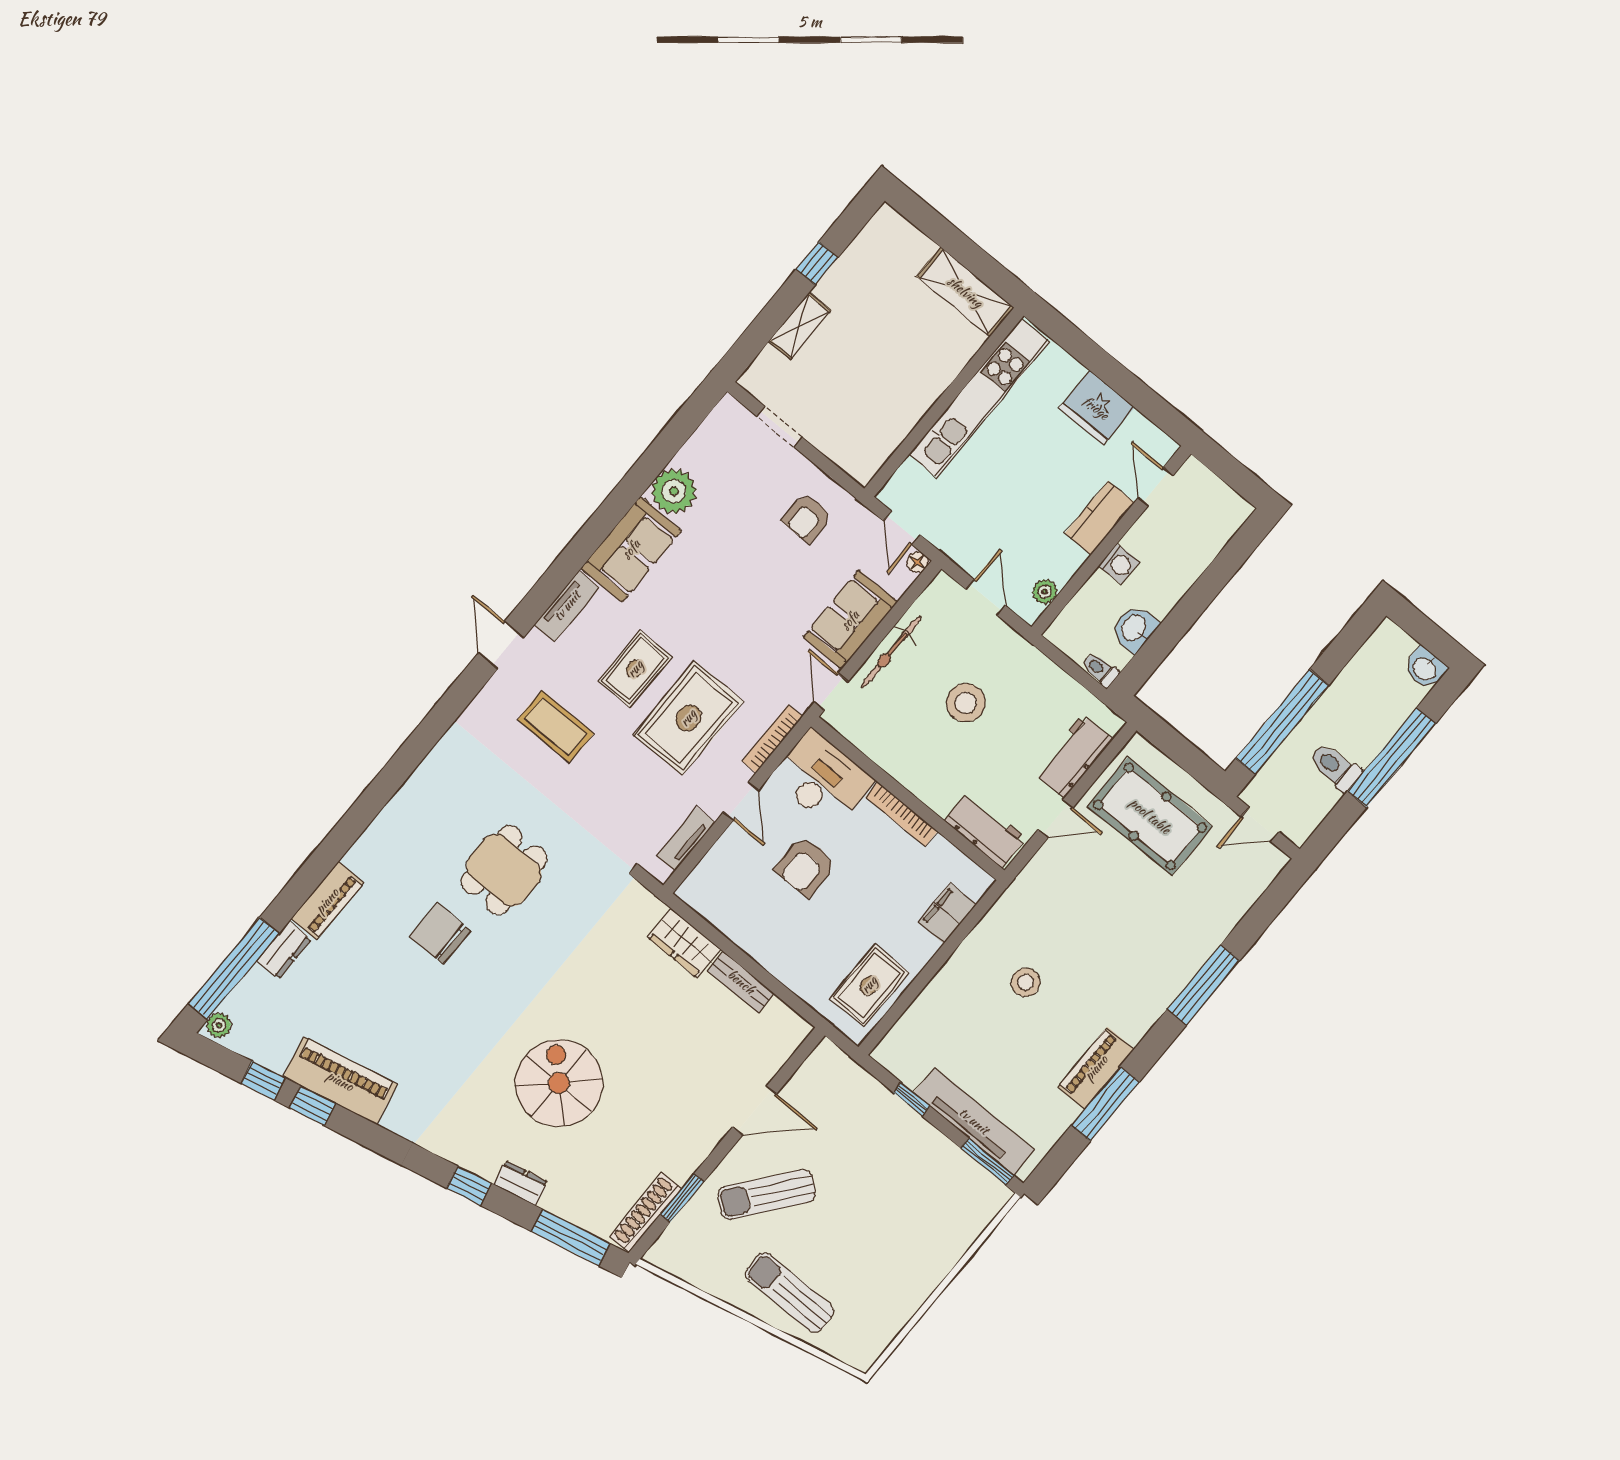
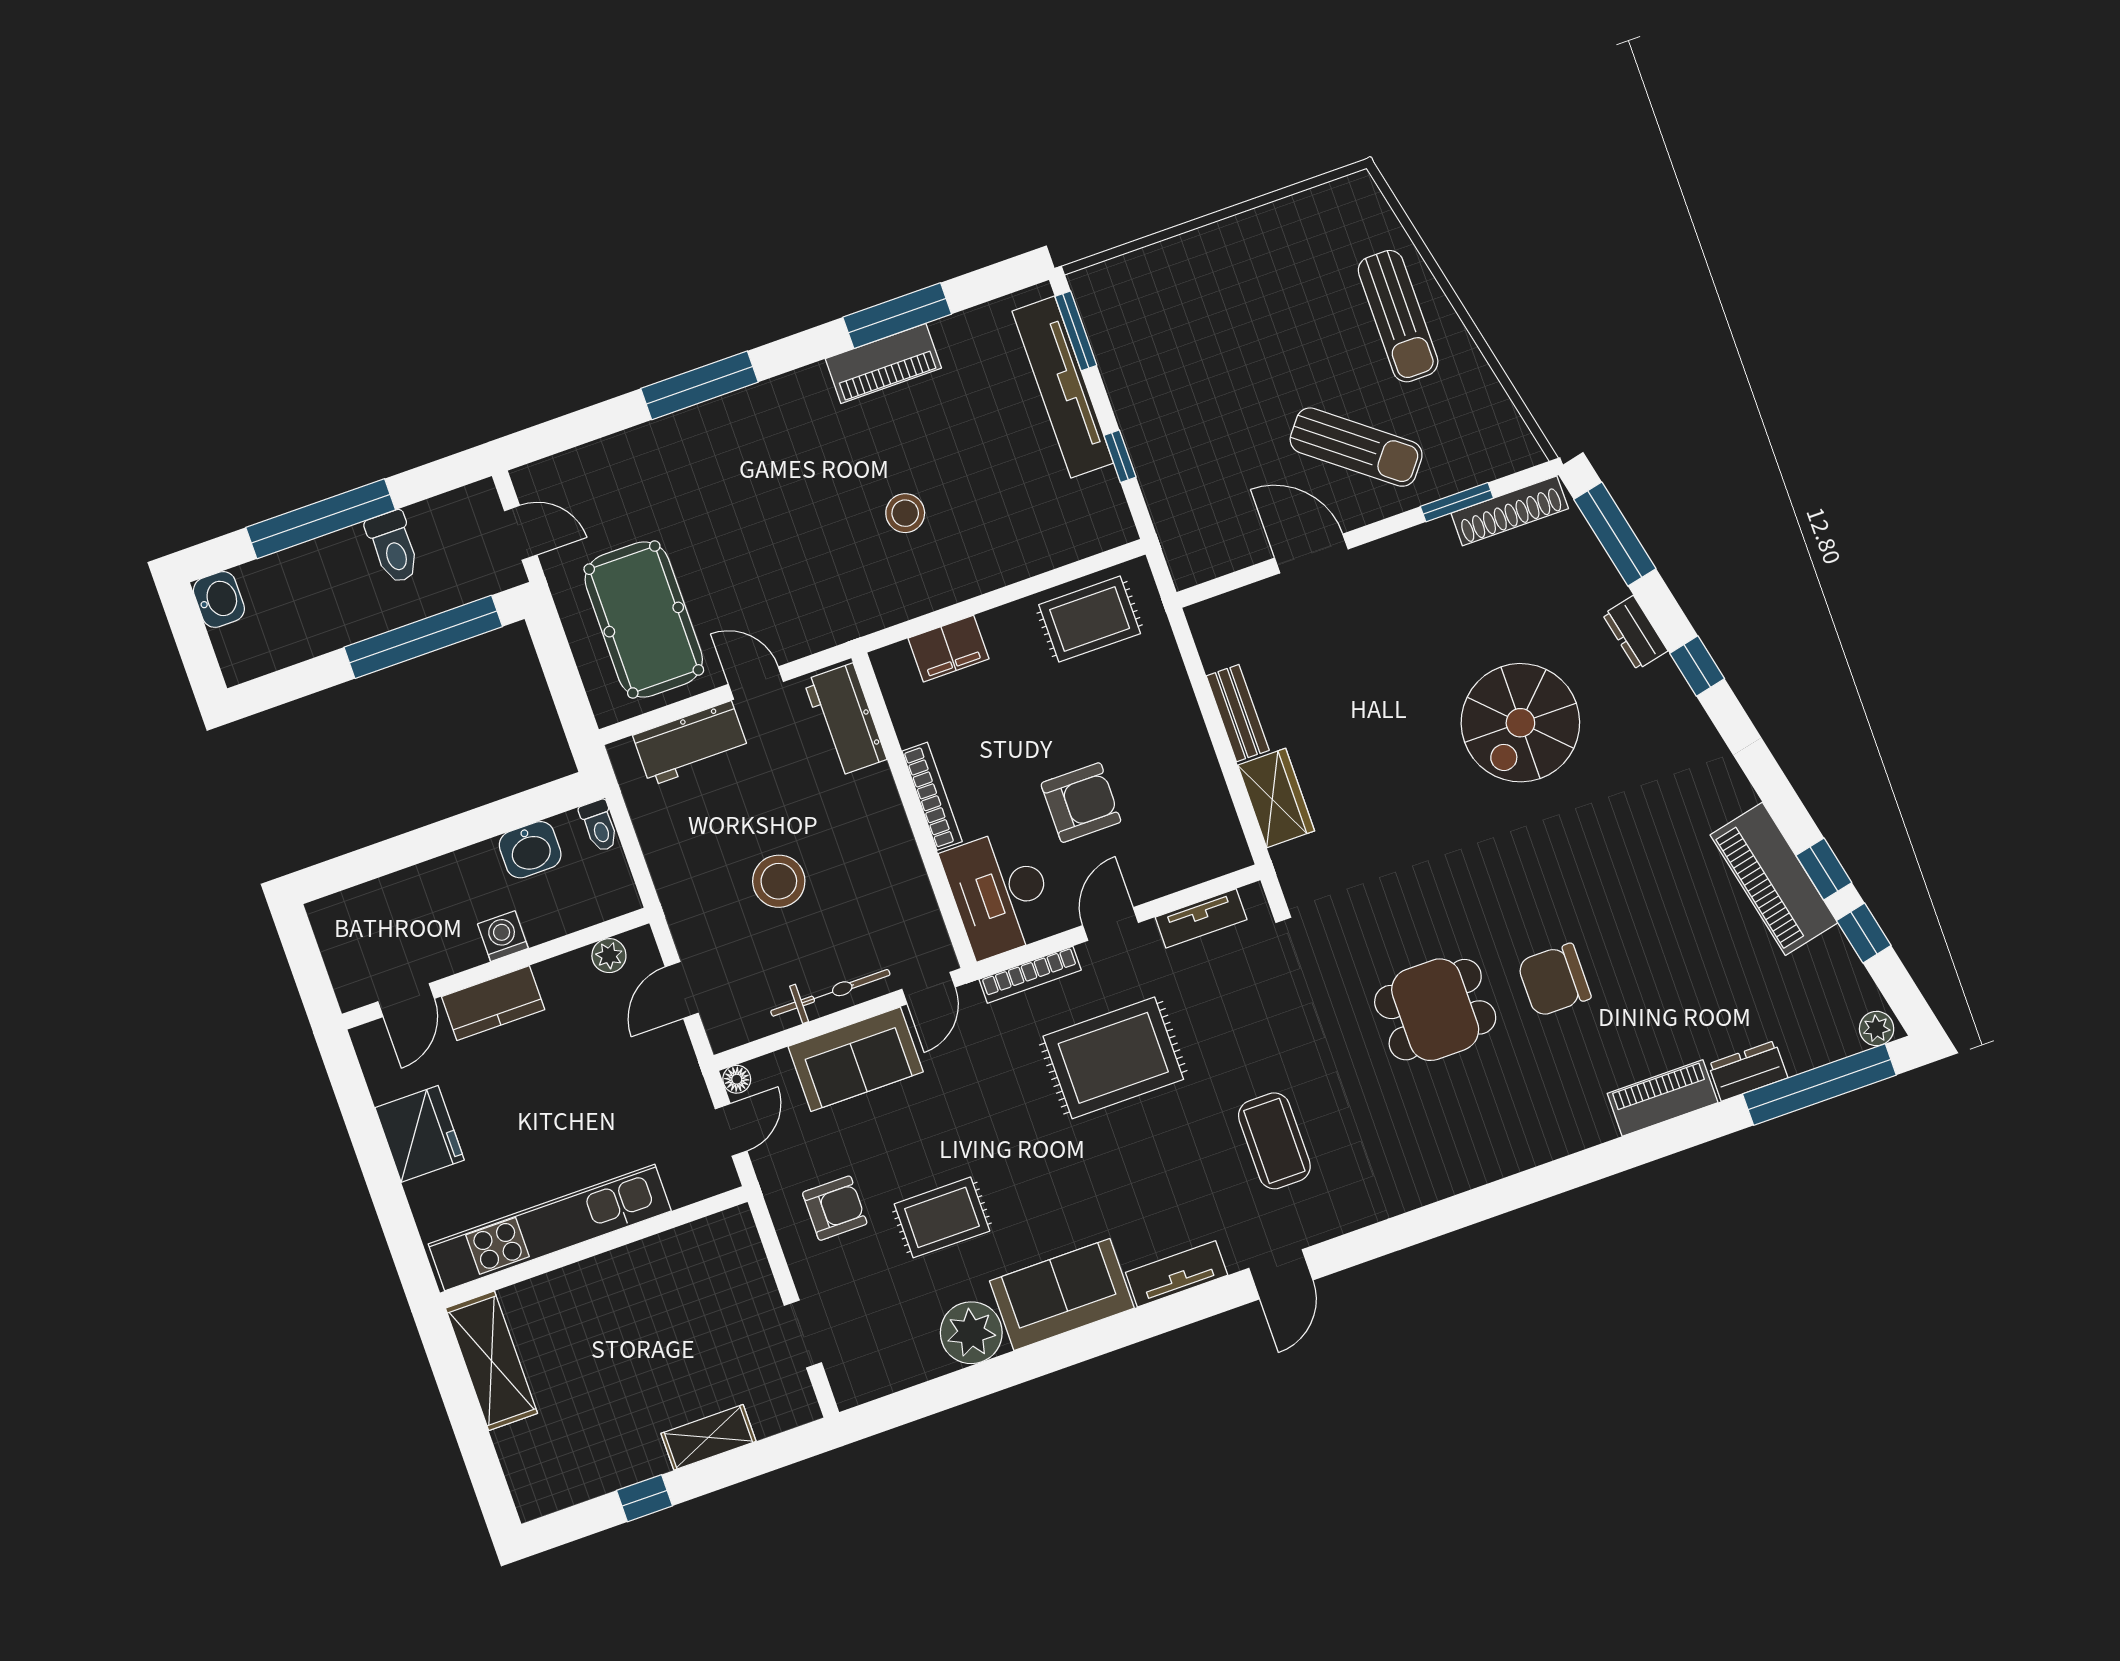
rug: (635, 669) -> (942, 1217), moved
chair: (440, 934) -> (1554, 980), turned 90

